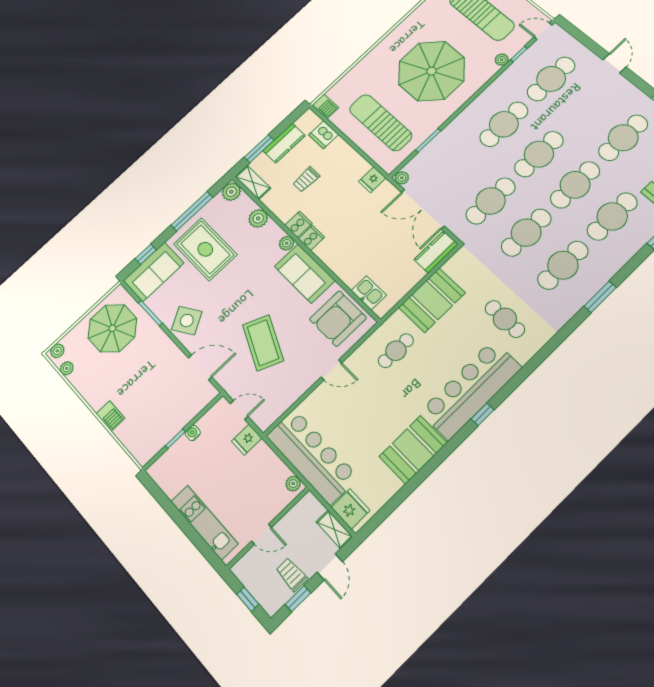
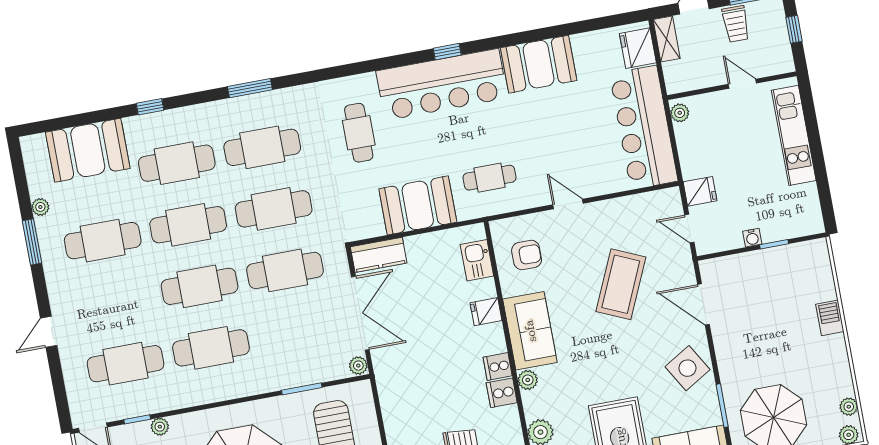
fridge: (372, 180) -> (486, 312), moved, turned 180
armchair: (338, 319) -> (527, 255), width x0.53, depth x0.53

